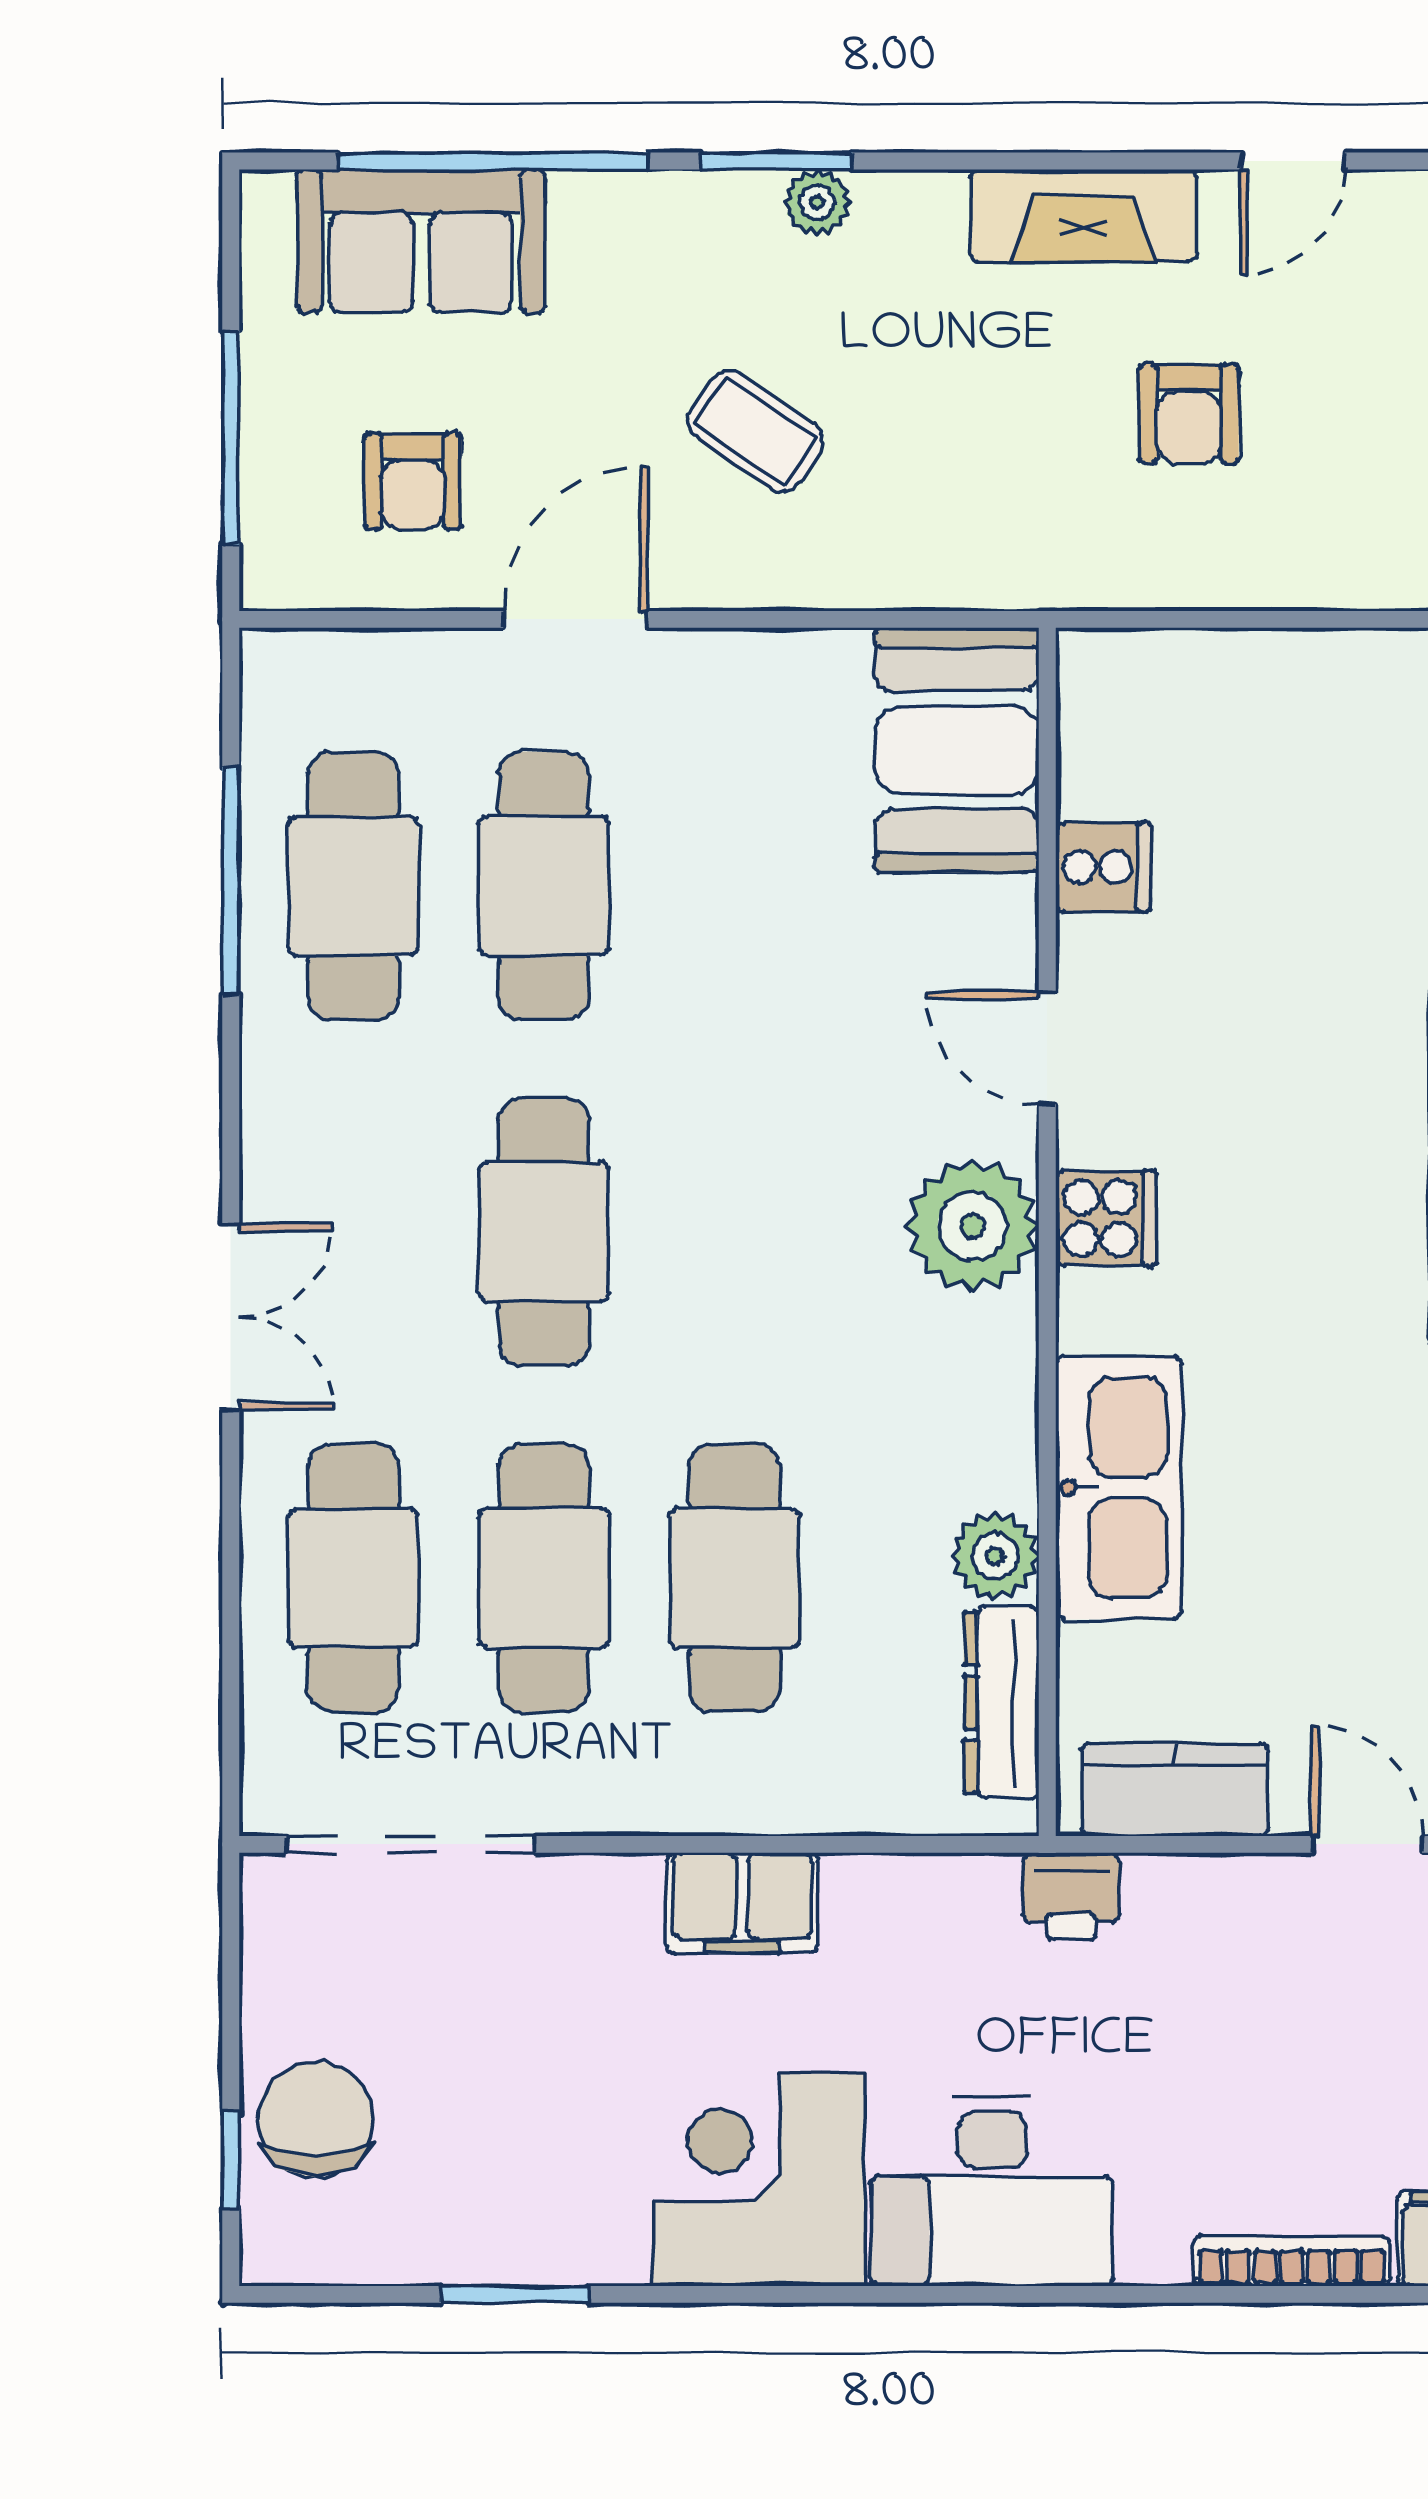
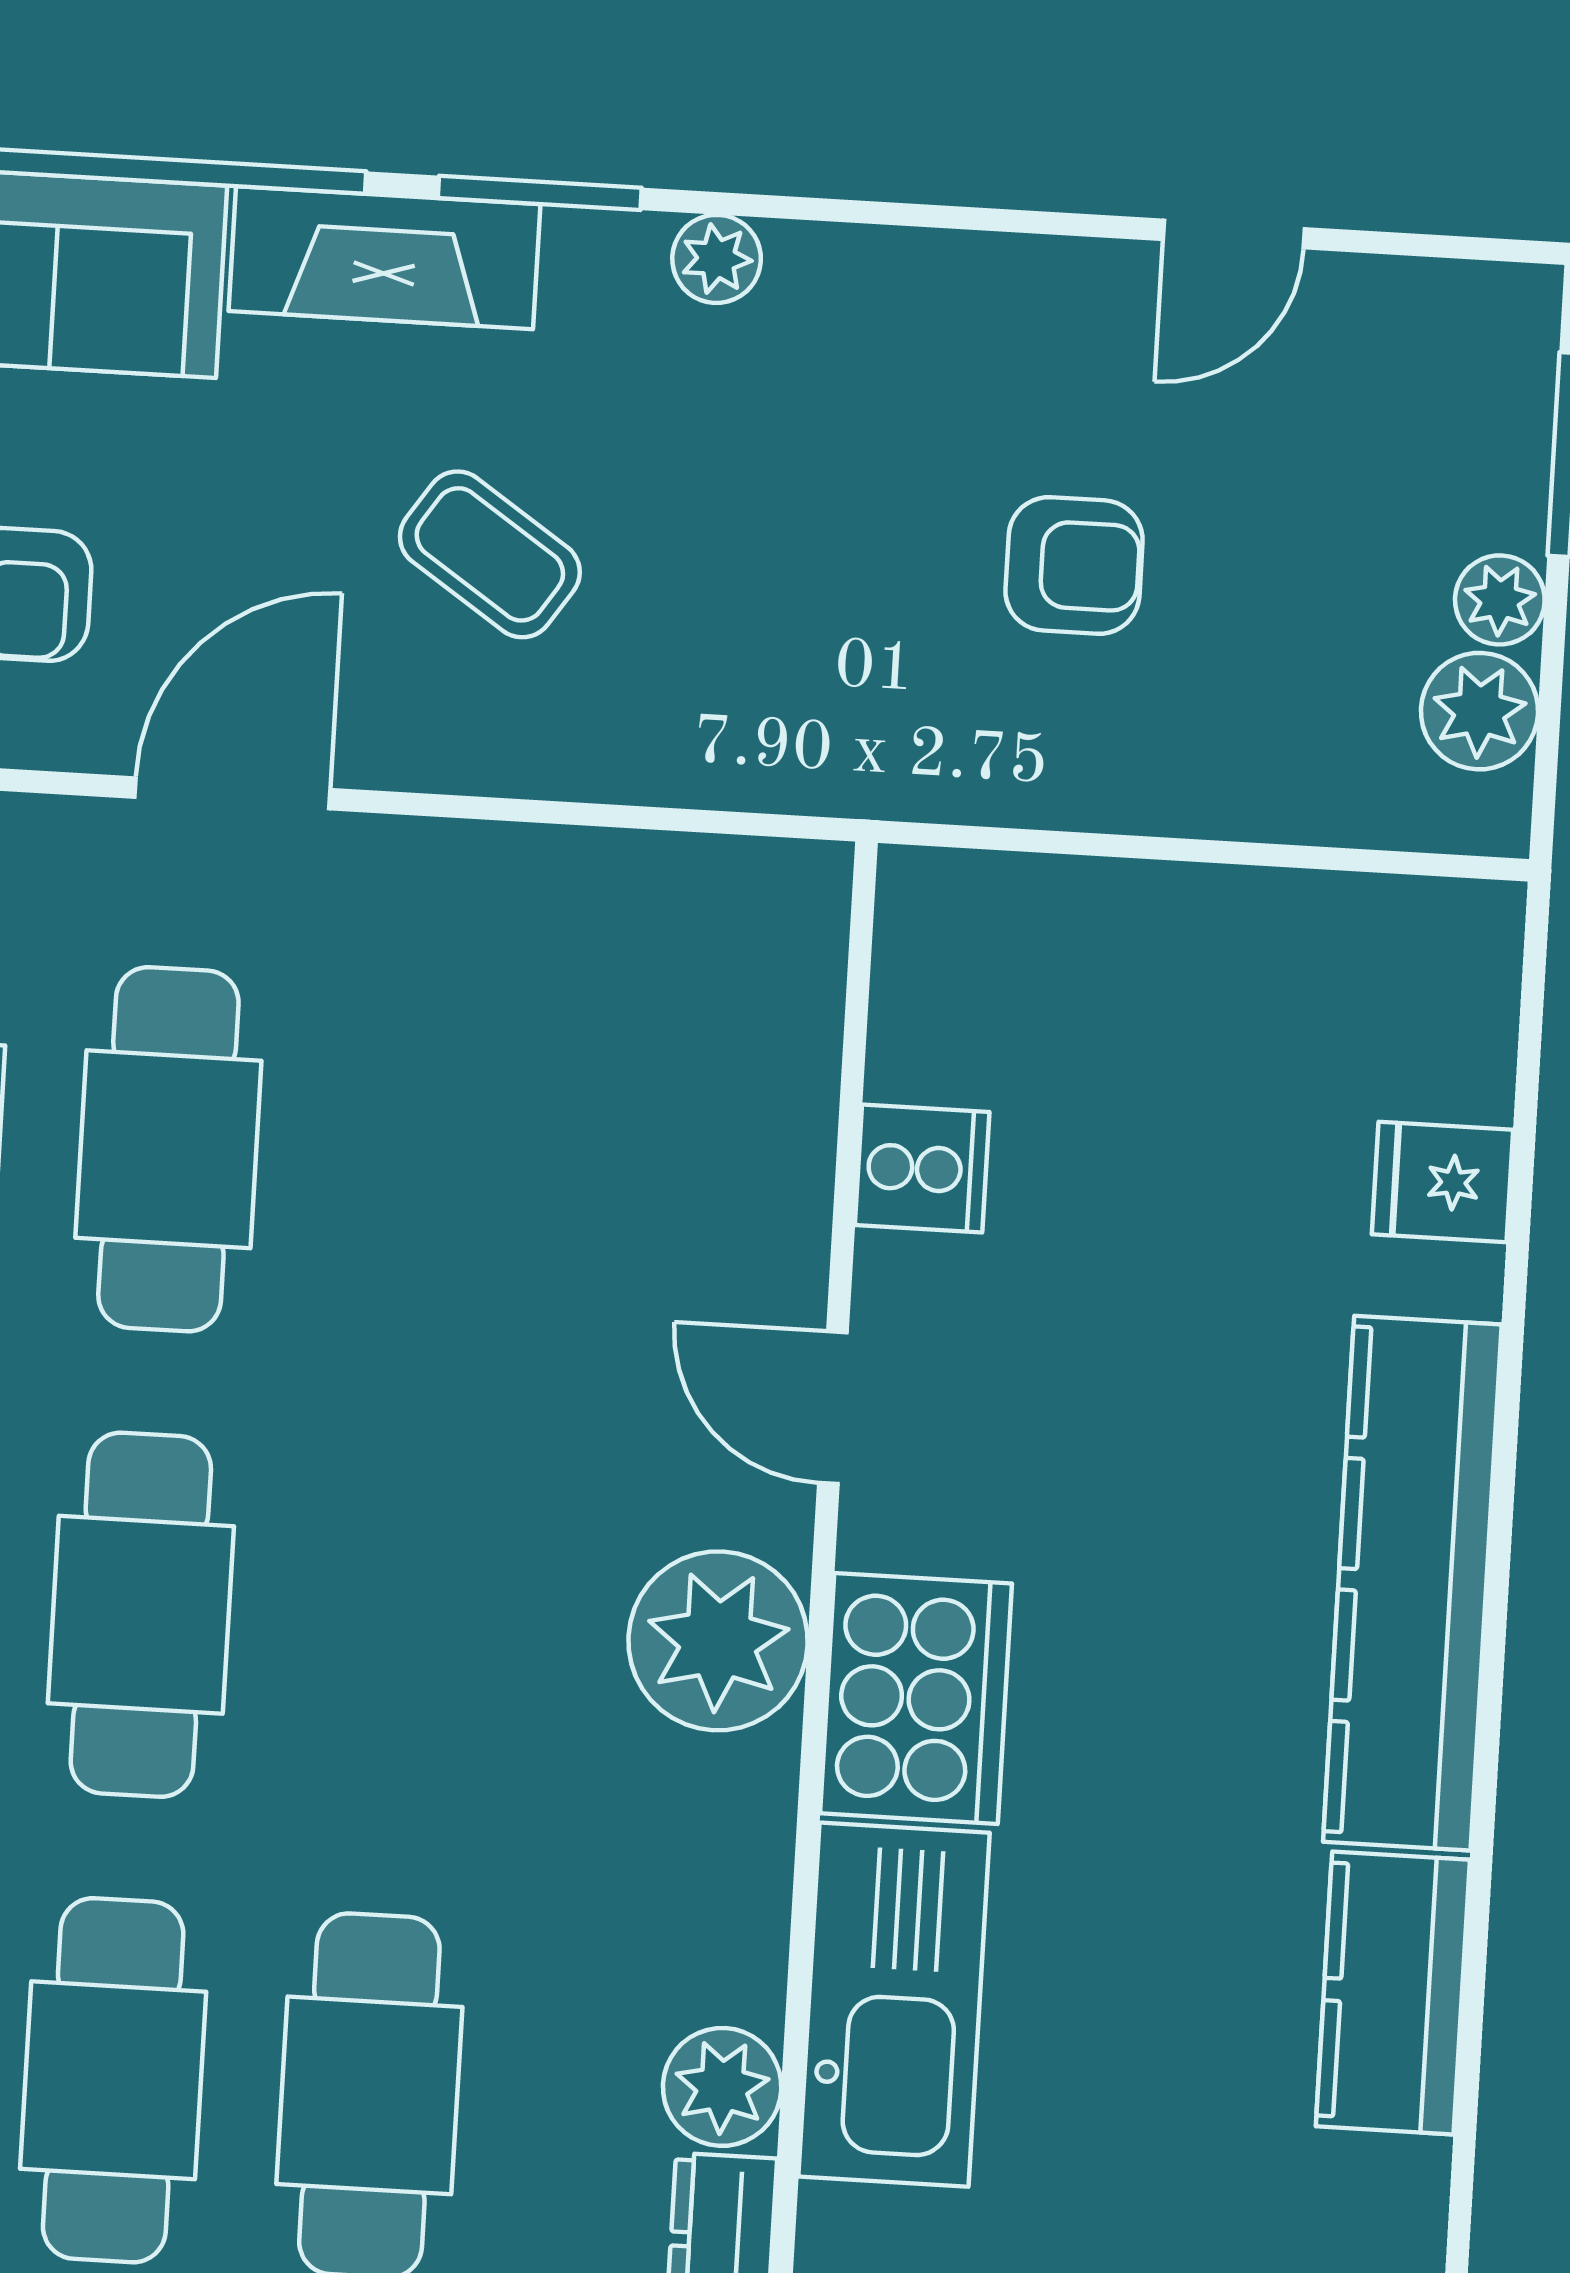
plant: (817, 202) -> (717, 259), moved
fireplace: (1083, 216) -> (385, 258), moved
armchair: (1189, 414) -> (1074, 565), turned -90
booth: (957, 750) -> (735, 999), removed
cooker: (1106, 1218) -> (916, 1698), width x1.87, depth x1.31

